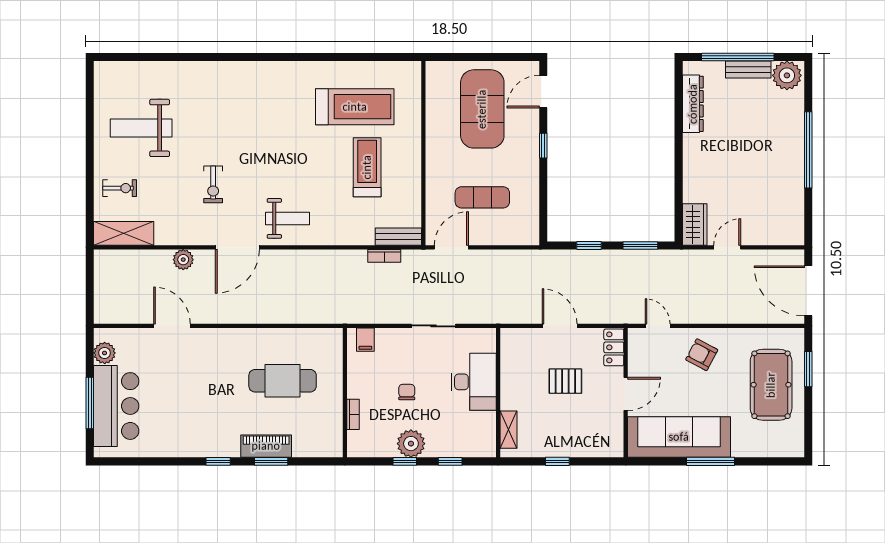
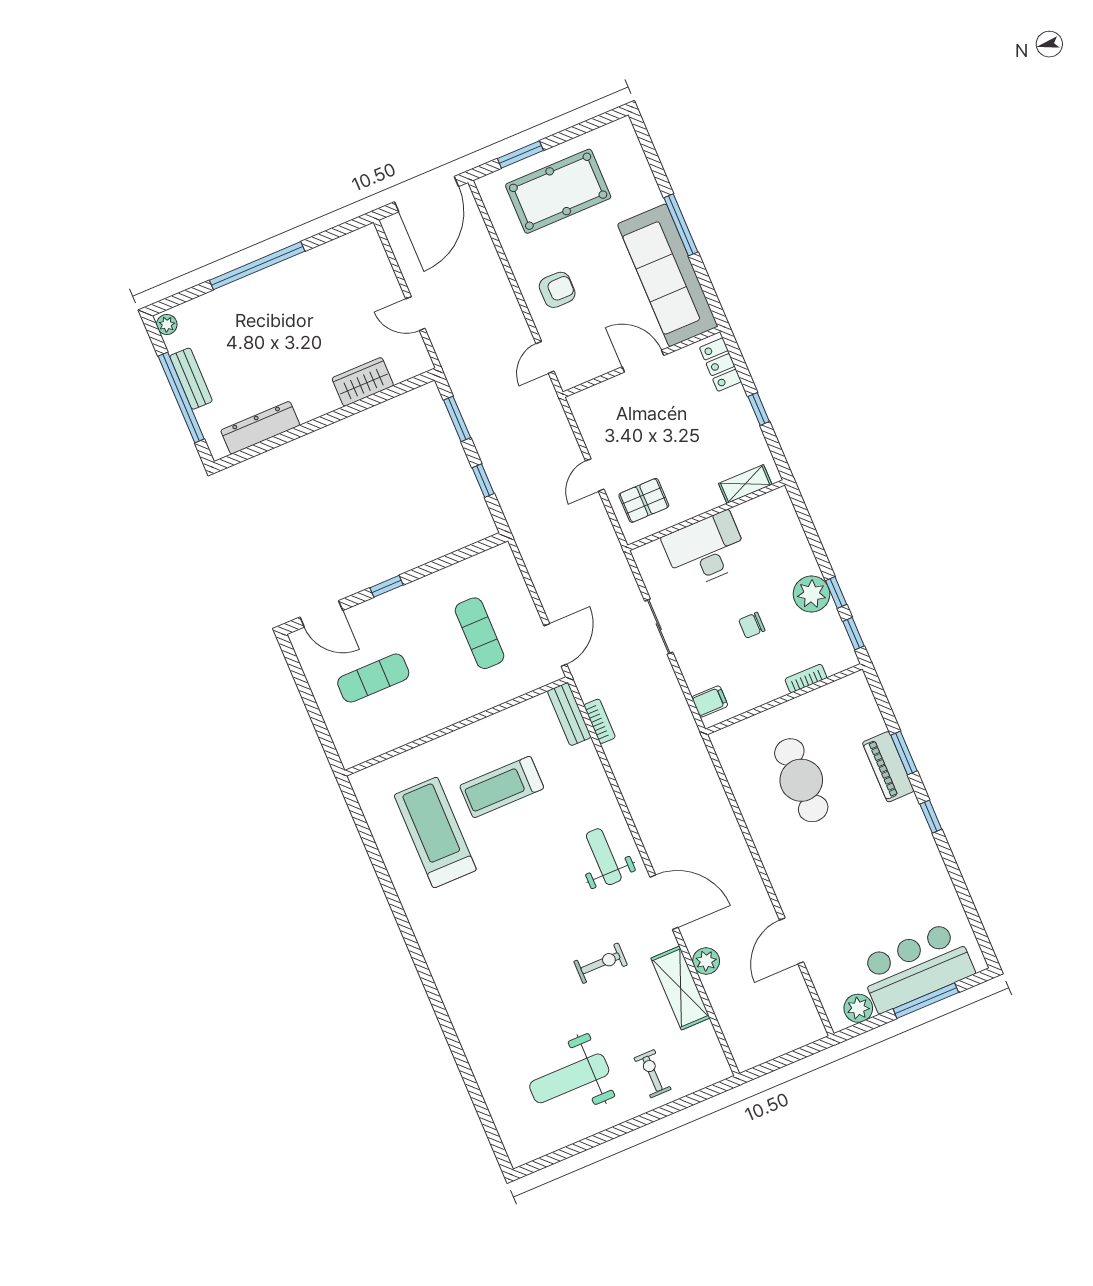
plant: (787, 75) -> (167, 324), width x0.53, depth x0.53
exercise mat: (482, 109) -> (373, 678), width x0.50, depth x0.69
weight bench: (141, 128) -> (569, 1078), turned 90
wardrobe: (695, 225) -> (363, 382), moved
shelving: (124, 233) -> (680, 988), moved
door: (451, 247) -> (555, 645), swing flipped
door: (560, 326) -> (595, 475), width x0.73
locker: (614, 347) -> (720, 365), moved, turned 90
armchair: (702, 355) -> (557, 290), turned -118
pallet: (565, 381) -> (644, 500), moved, turned 90
window: (450, 461) -> (853, 634), moved

